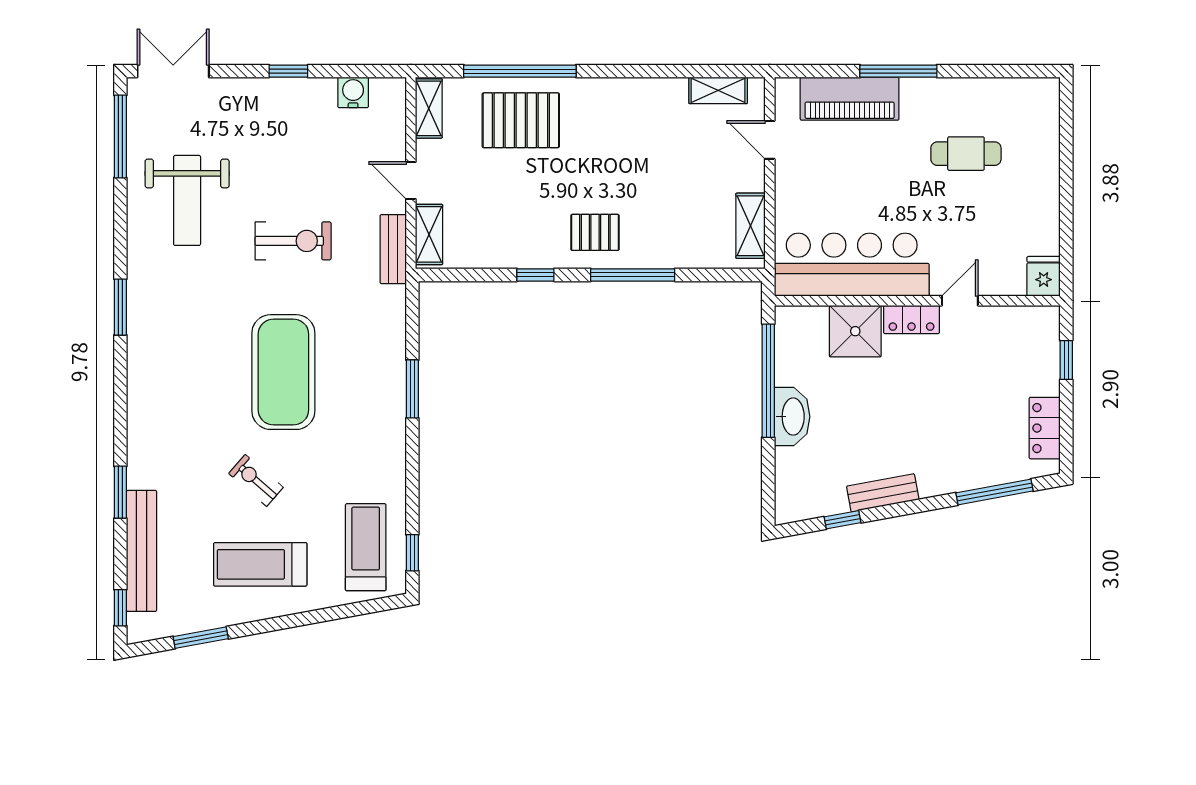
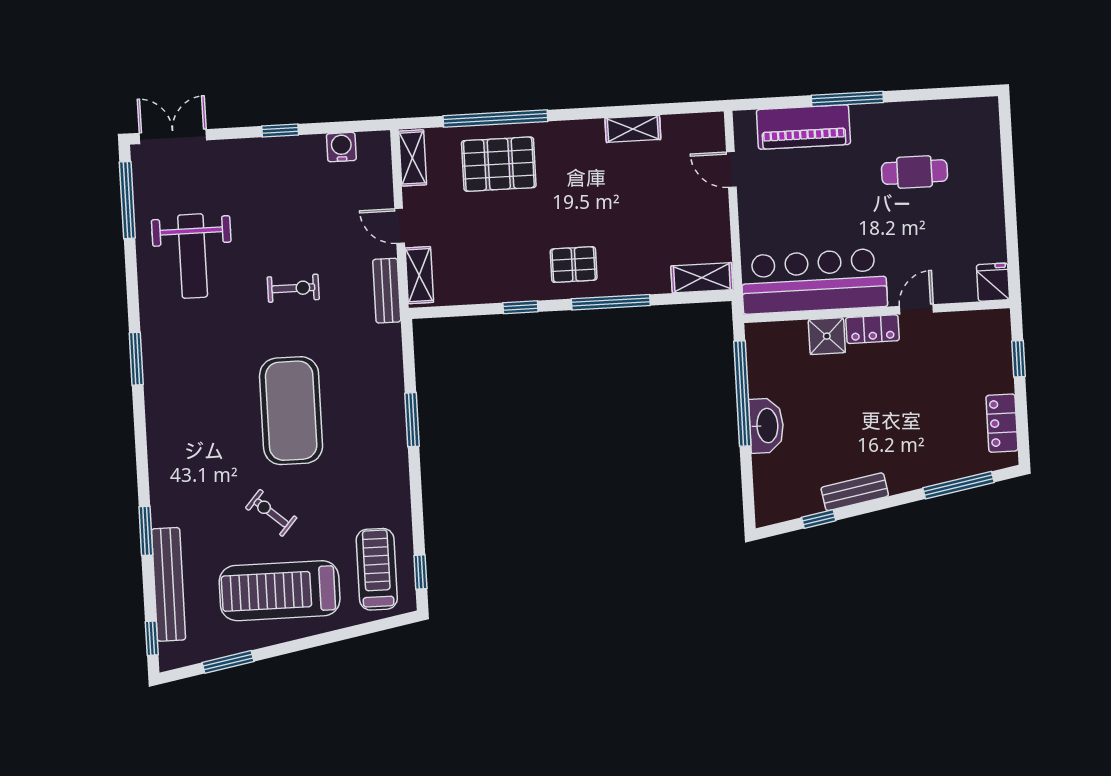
shelving: (718, 90) -> (633, 129), moved
shelving: (751, 226) -> (702, 278), moved, turned 90
exercise bike: (293, 241) -> (293, 288), width x0.73, depth x0.72
shower: (855, 331) -> (827, 336), width x0.73, depth x0.73
treadmill: (260, 564) -> (280, 591), width x1.37, depth x1.38

